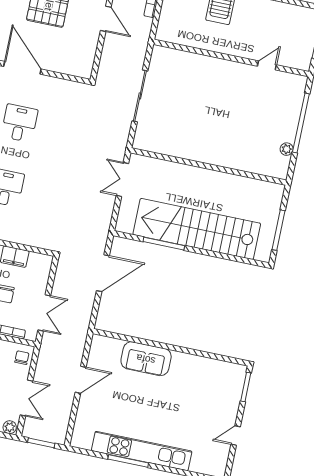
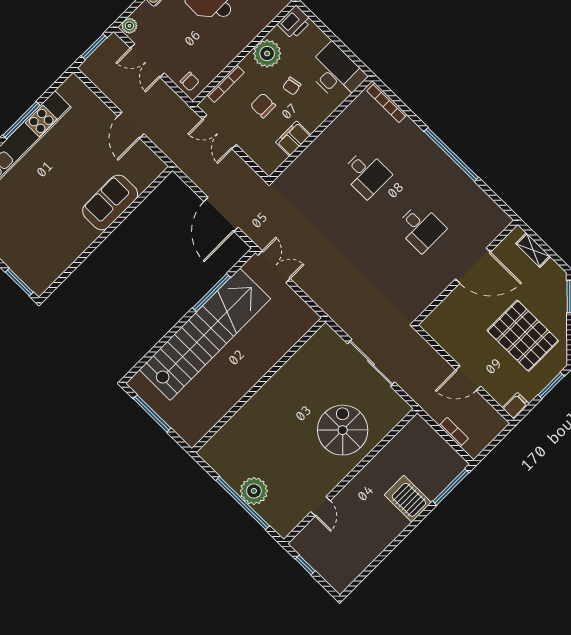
spiral stairs: (202, 85) -> (343, 430), added
plant: (287, 149) -> (254, 491), moved, width x1.87, depth x1.87
double door: (122, 179) -> (274, 267), moved

